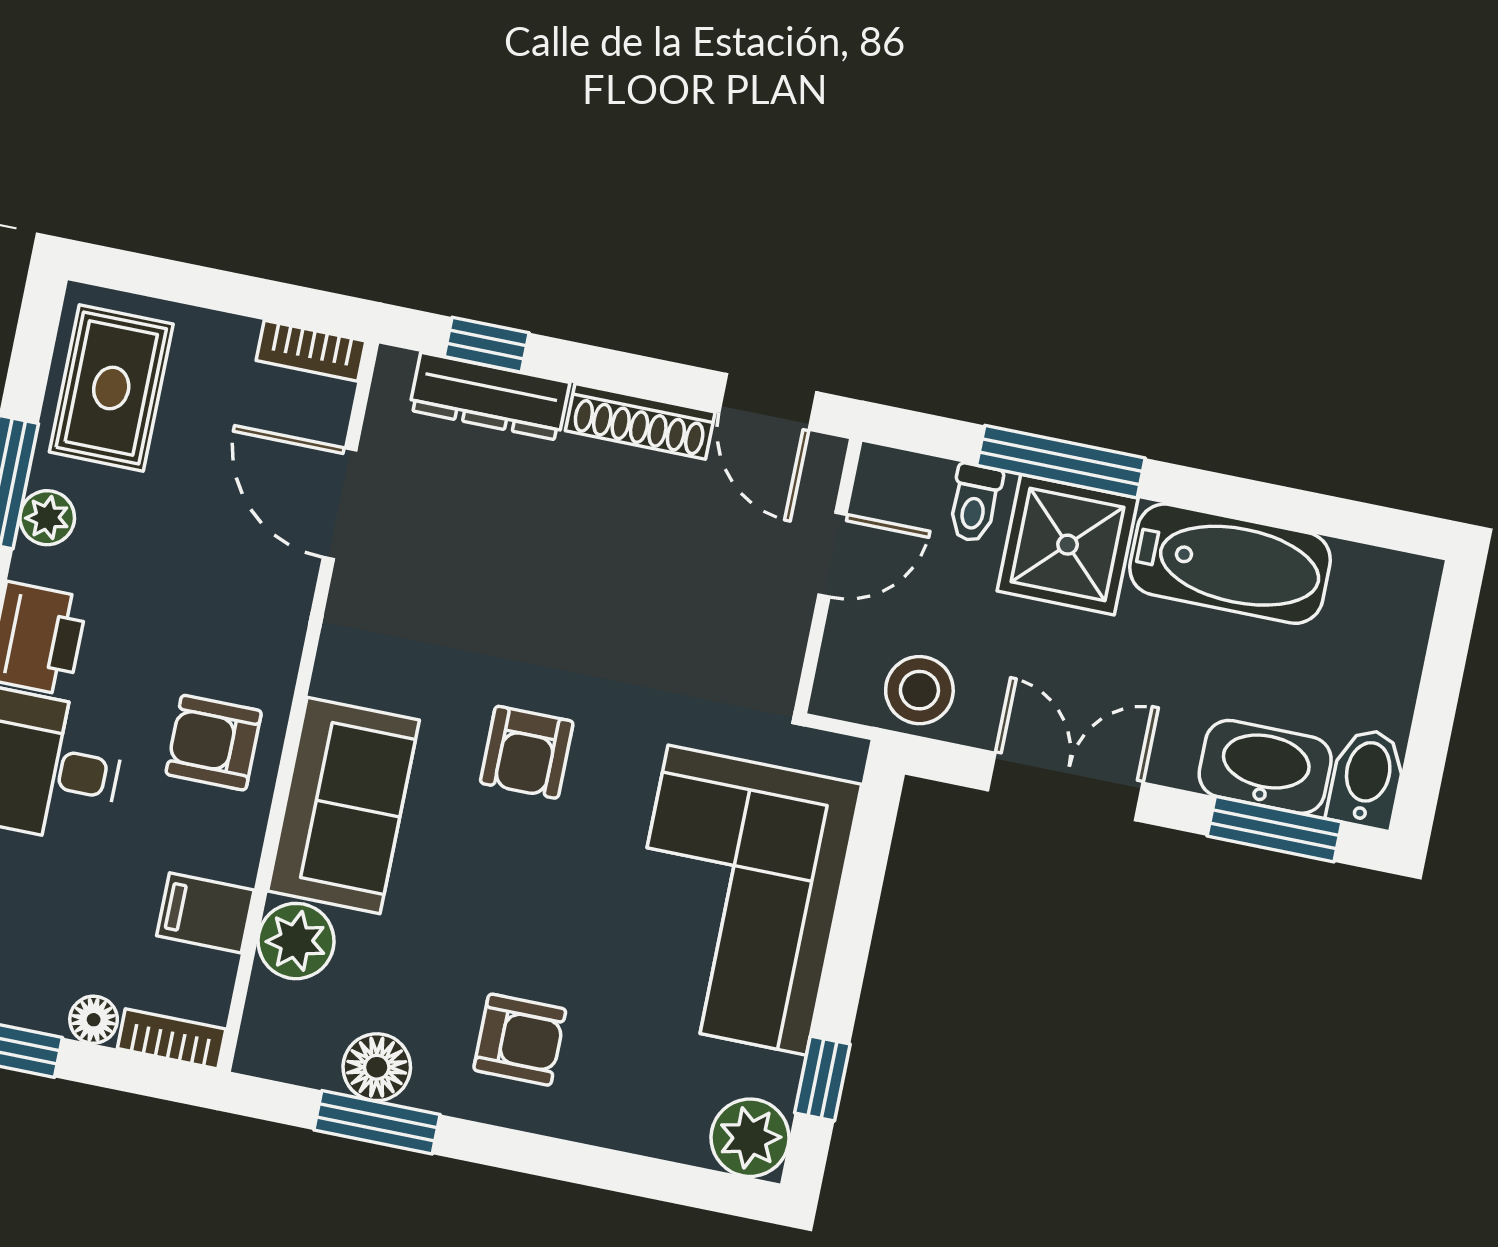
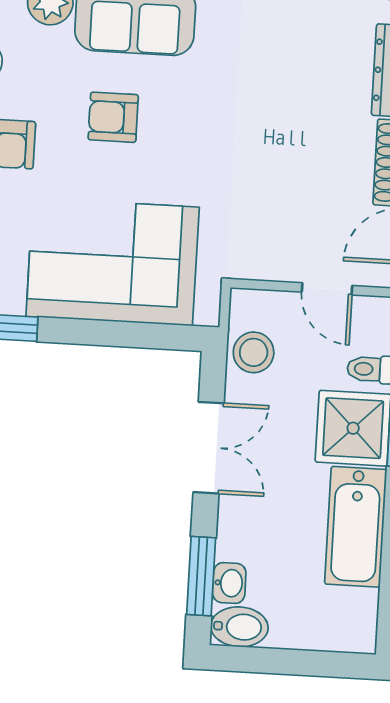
armchair: (527, 752) -> (113, 117), moved
washbasin: (1265, 767) -> (229, 583), width x0.52, depth x0.69

